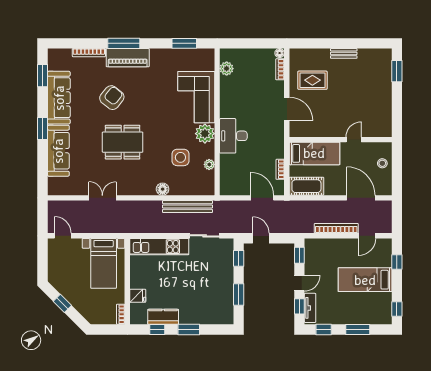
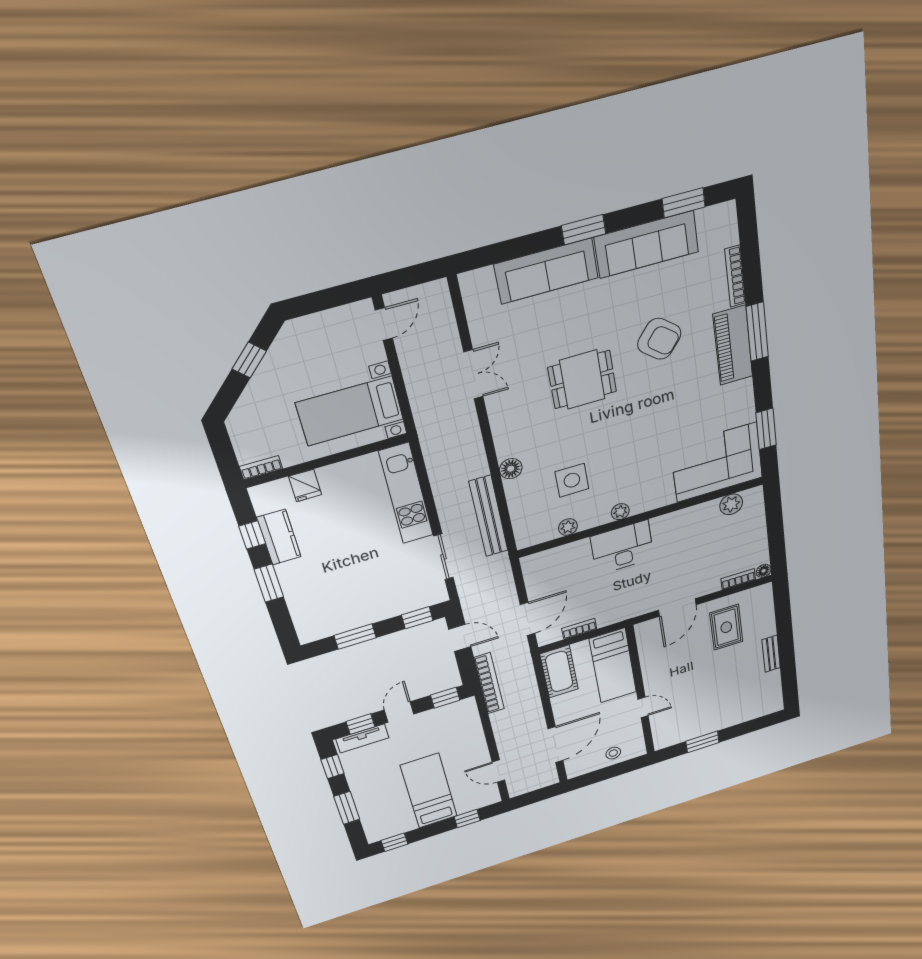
window: (397, 71) -> (703, 742), moved
corner sofa: (196, 97) -> (717, 462), moved
plant: (205, 134) -> (620, 512), width x0.53, depth x0.53
dining table: (123, 142) -> (582, 380), width x0.73
bookcase: (336, 228) -> (489, 683), moved
door: (261, 238) -> (460, 638), hinge flipped
door: (299, 283) -> (399, 712), swing flipped

